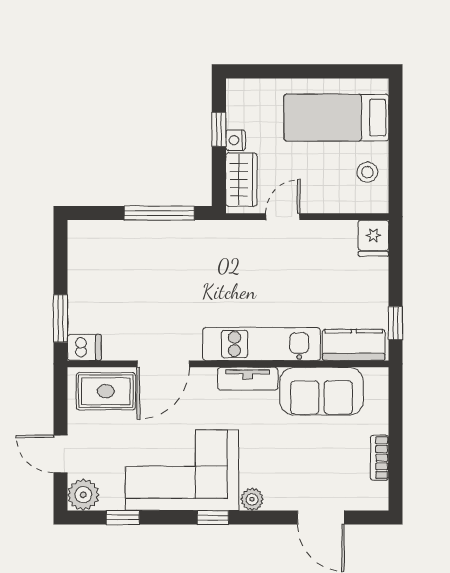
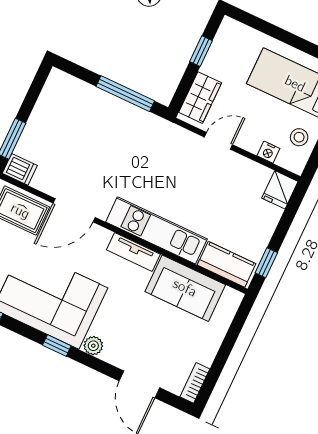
nightstand: (236, 140) -> (268, 152), moved, turned -90
bookcase: (380, 458) -> (195, 383), moved

